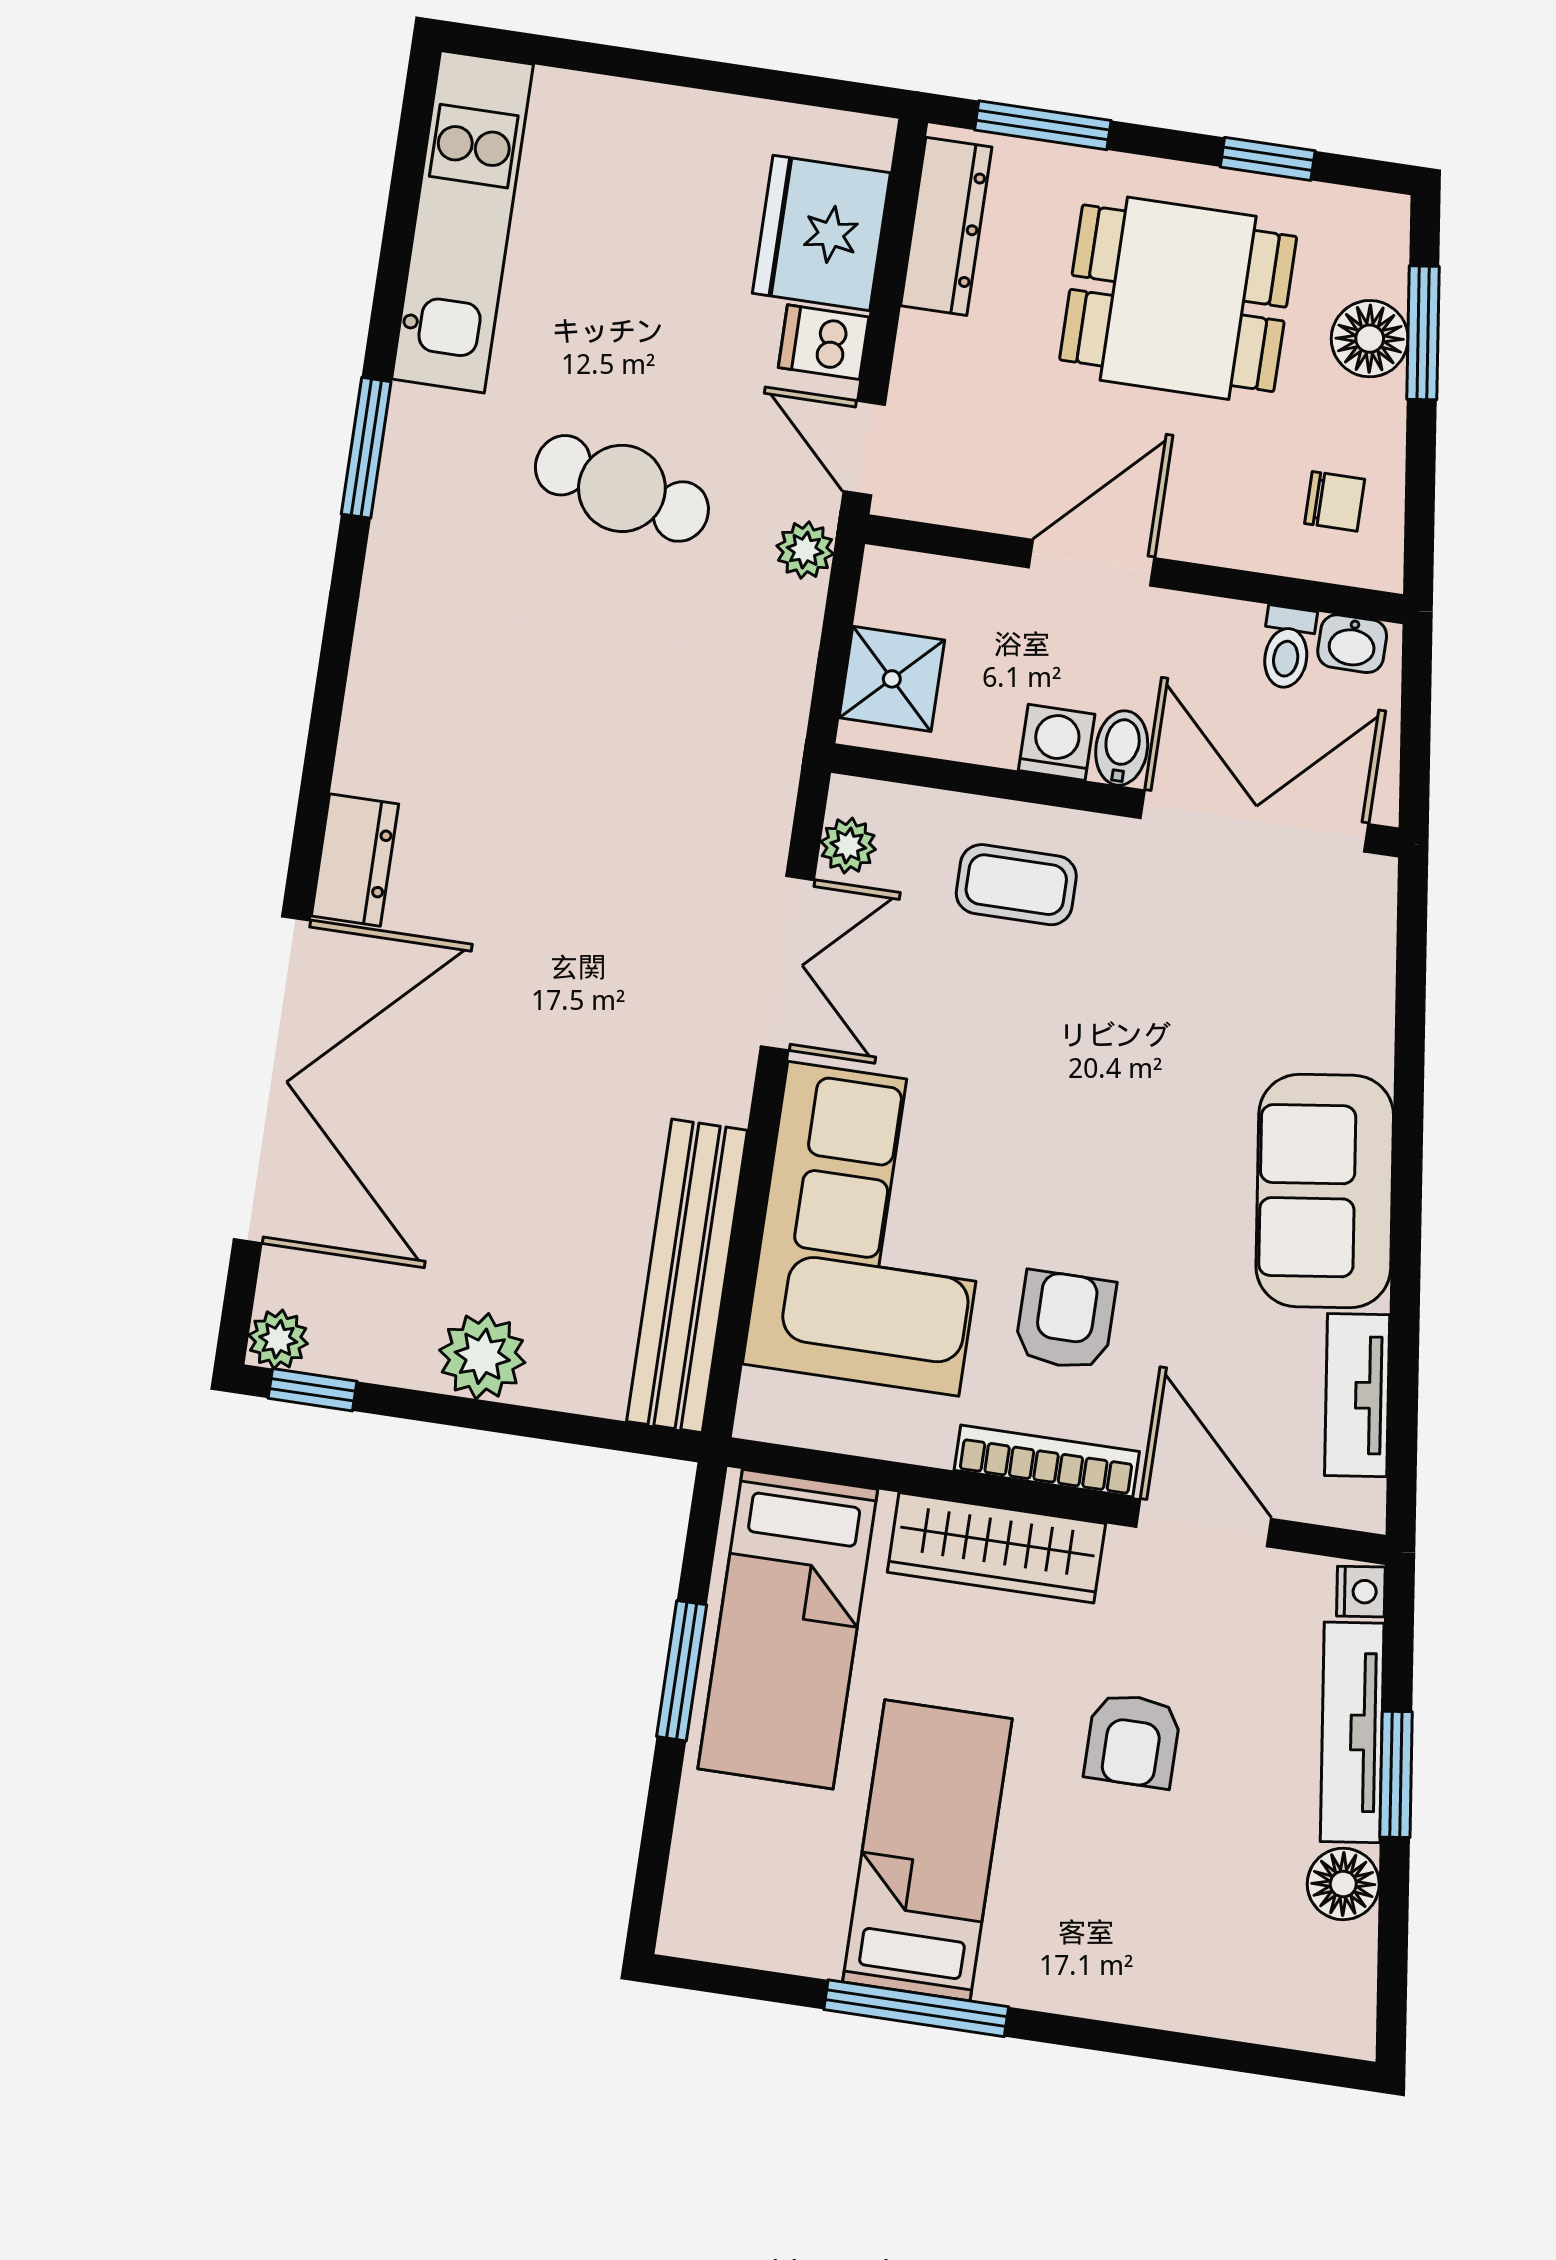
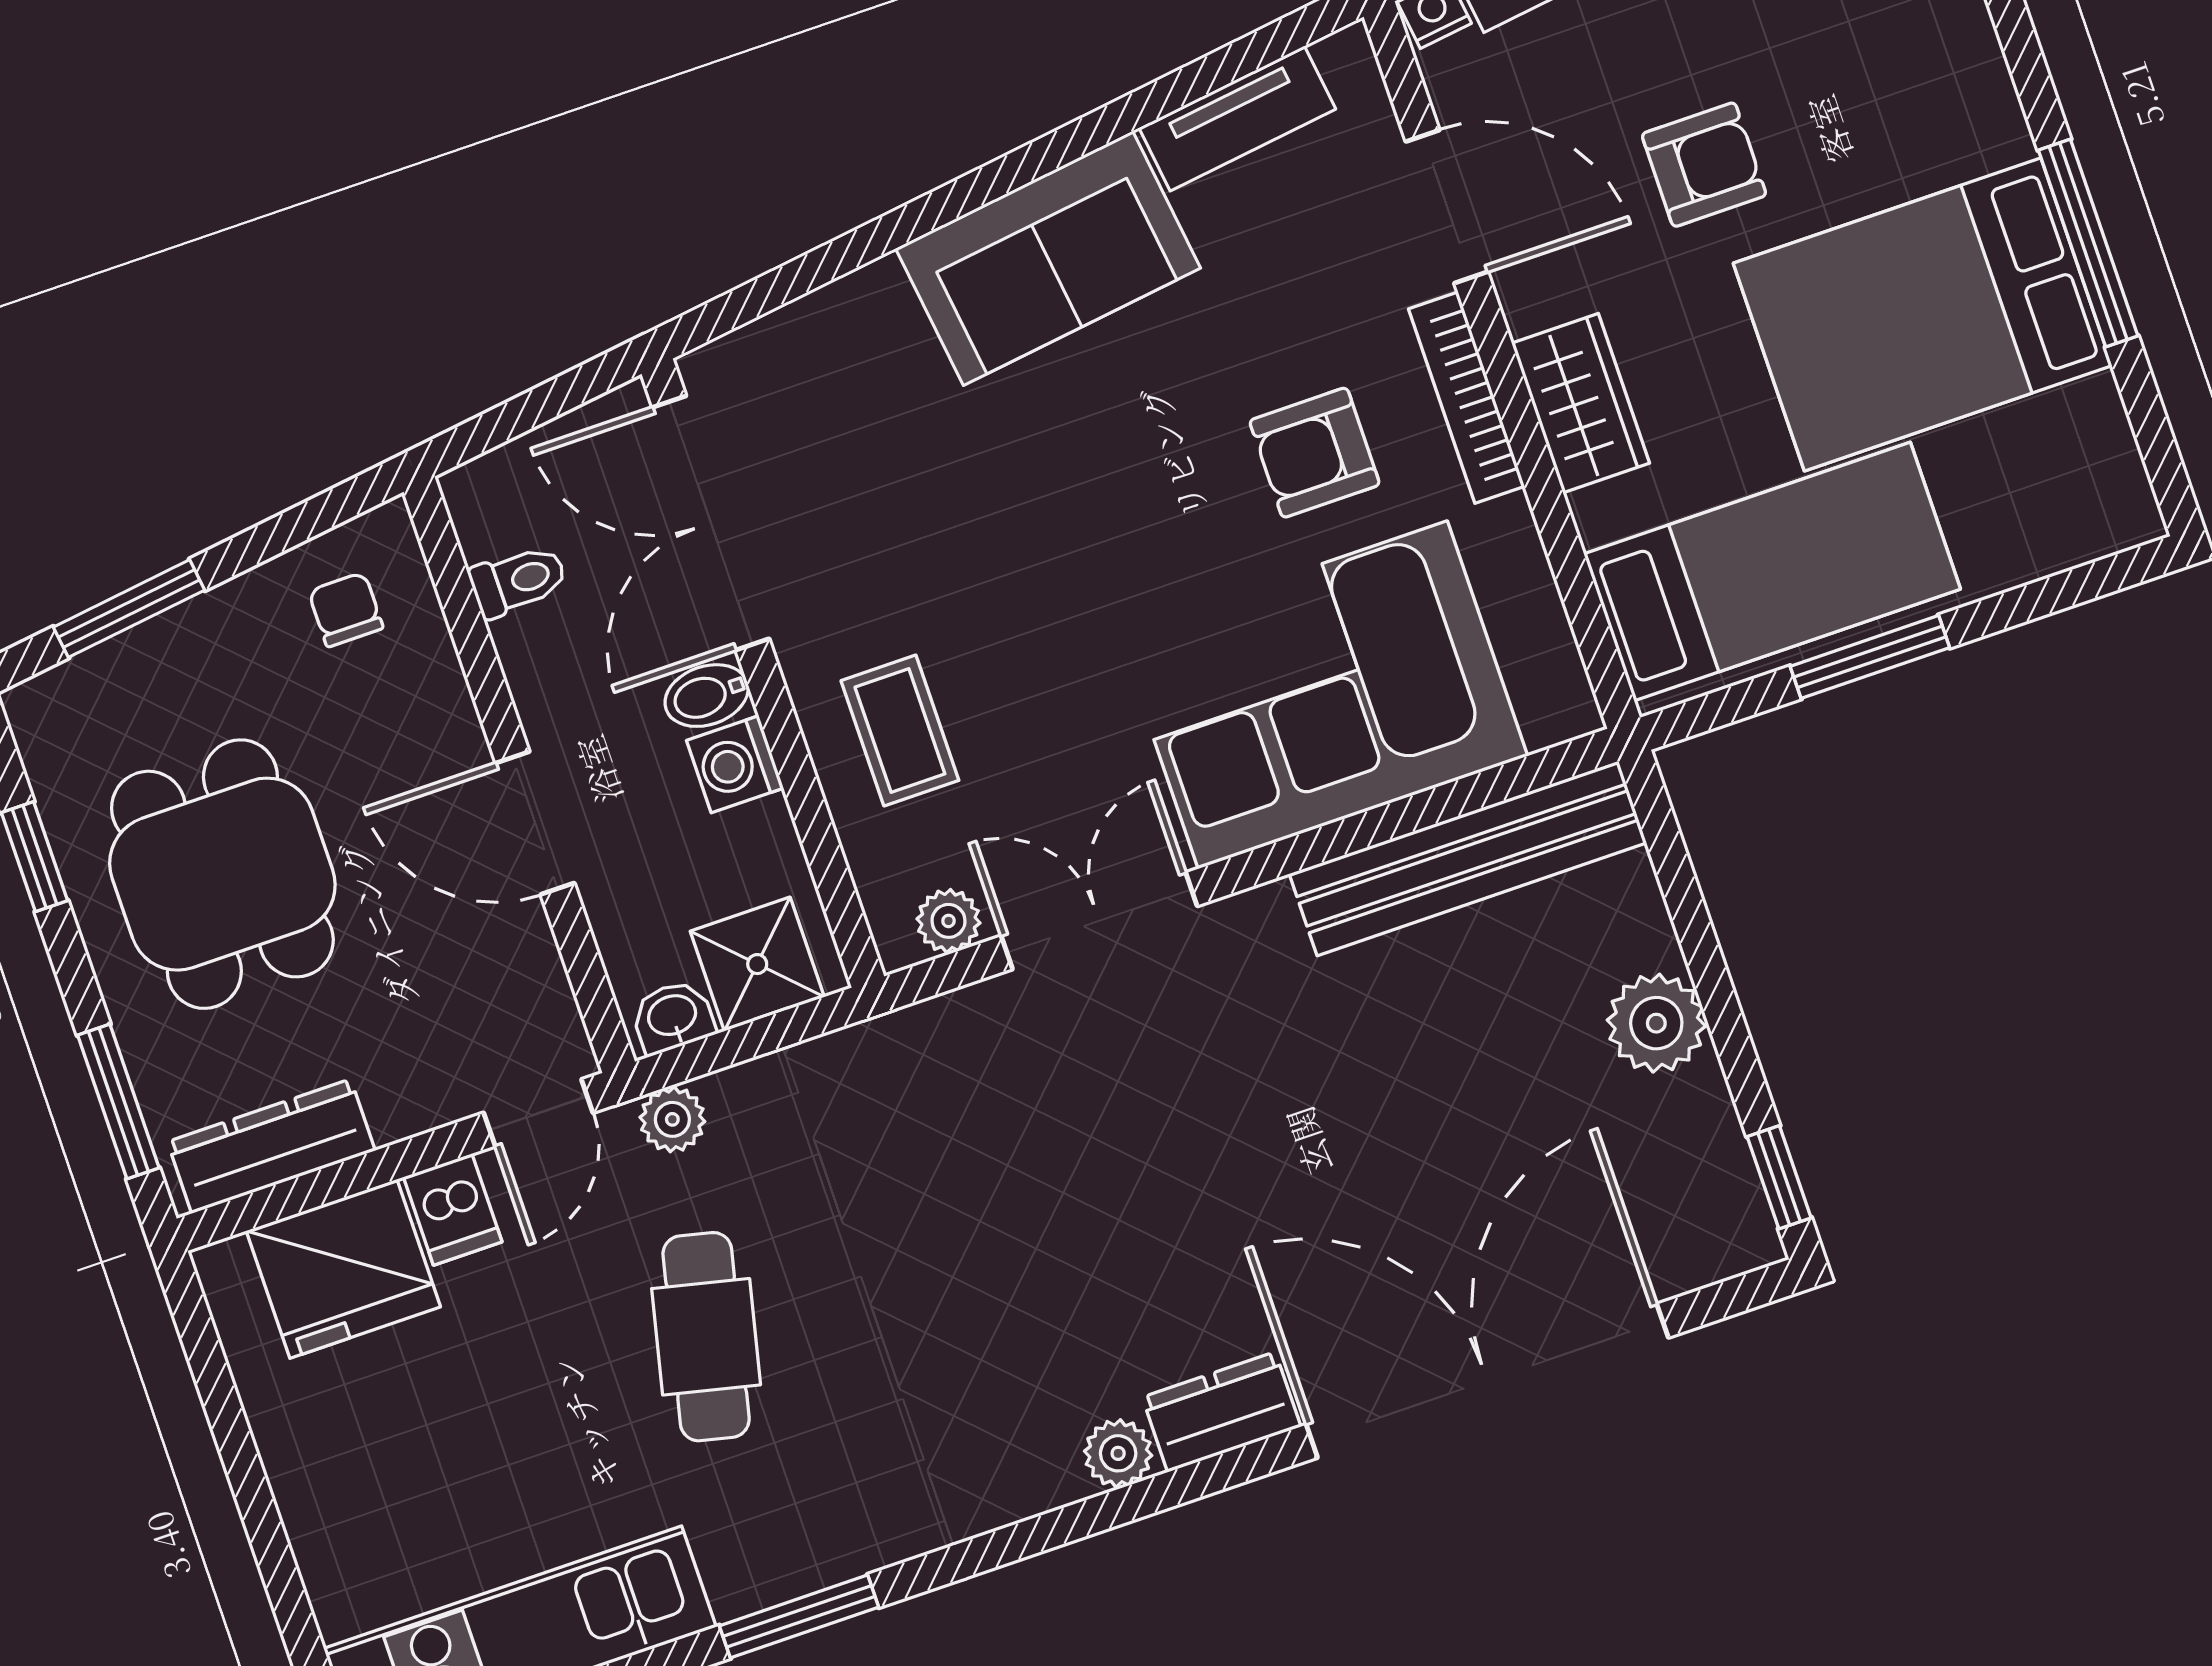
floor lamp: (1370, 339) -> (163, 659), removed
washbasin: (1352, 644) -> (673, 1017), moved, turned -90
plant: (278, 1339) -> (1118, 1453), moved
door: (1204, 1523) -> (1447, 207), swing flipped
wardrobe: (996, 1548) -> (1581, 403), width x0.67
bed: (927, 1850) -> (1923, 314), width x1.50

